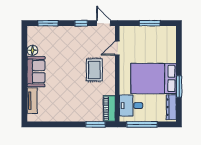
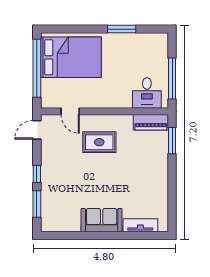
window: (81, 23) -> (37, 174), moved
window: (150, 23) -> (37, 68), width x2.11
floor lamp: (32, 50) -> (73, 225), removed
bed: (154, 78) -> (71, 57), moved, turned -90
dresser: (171, 107) -> (149, 39), removed

